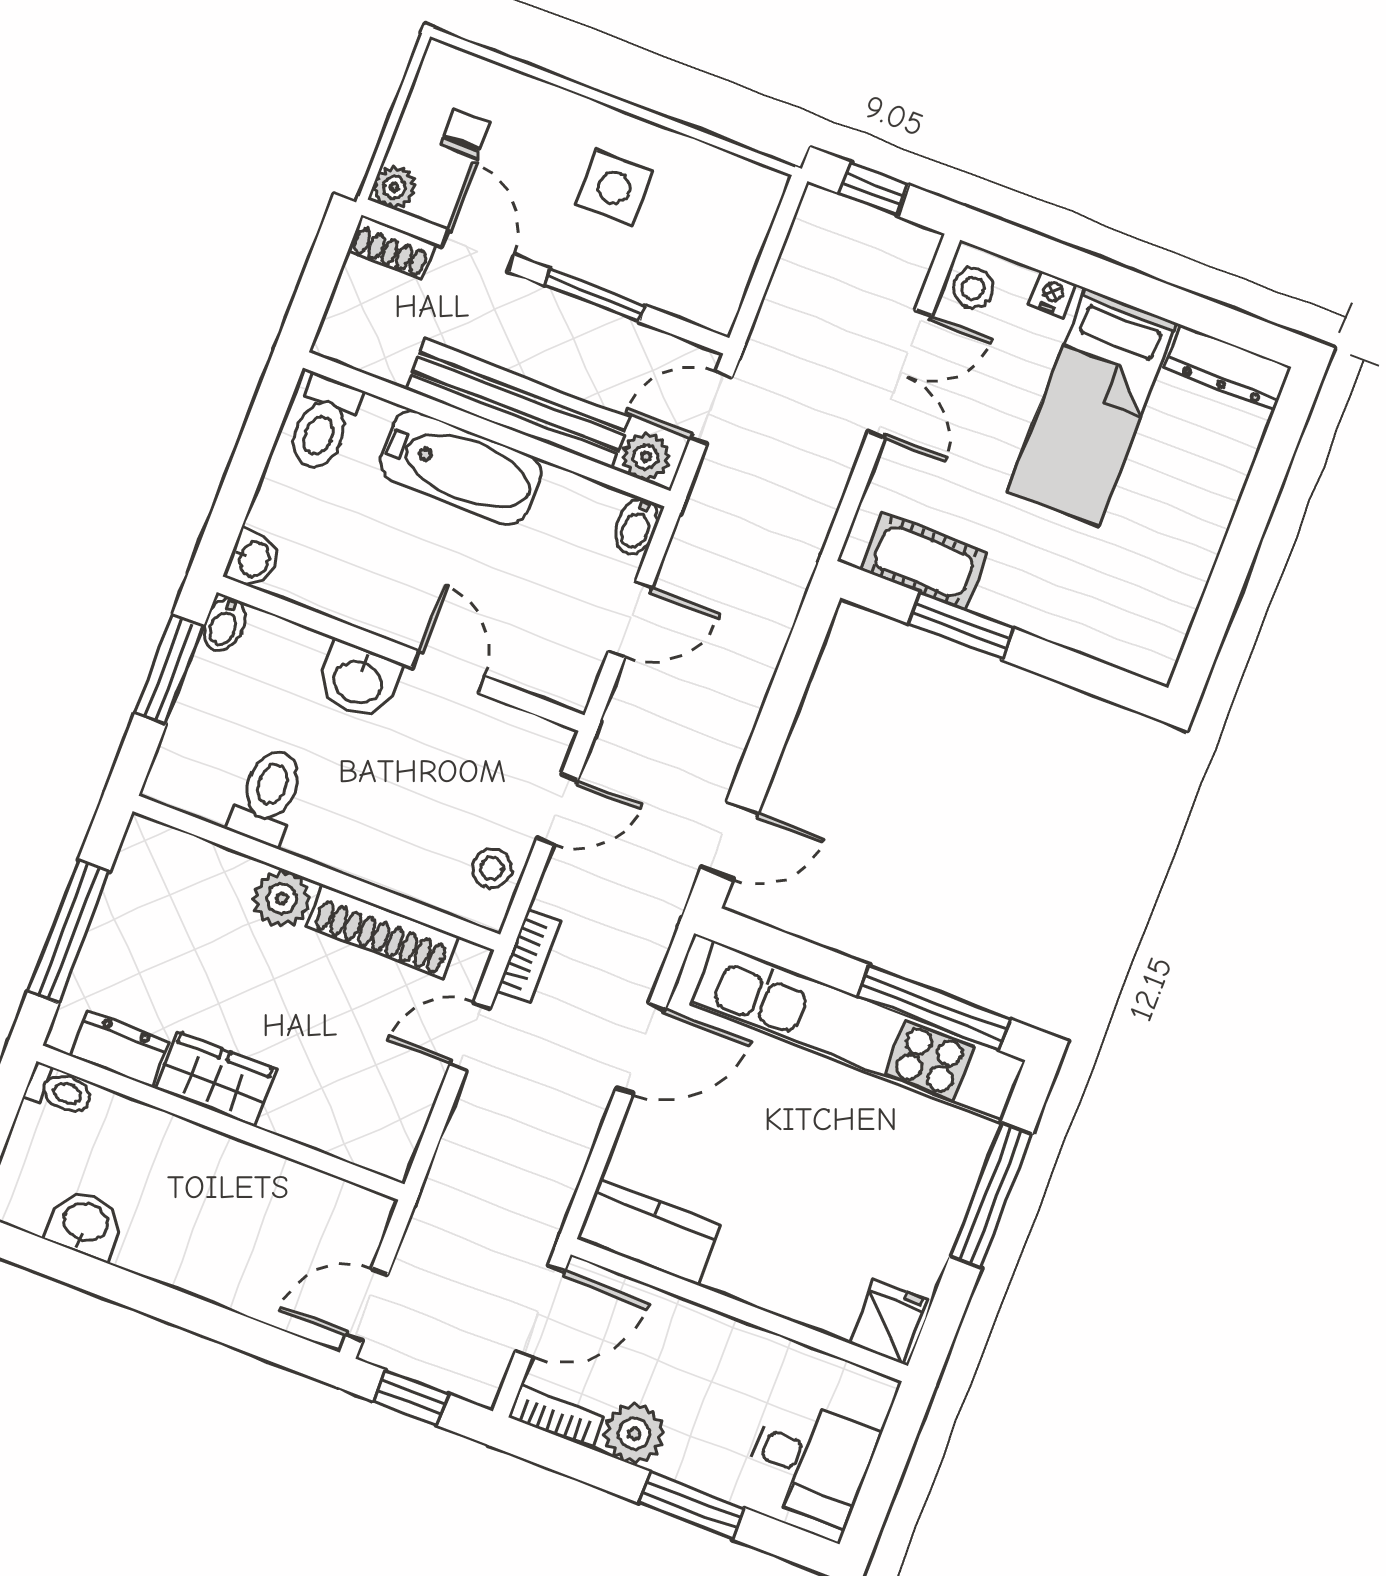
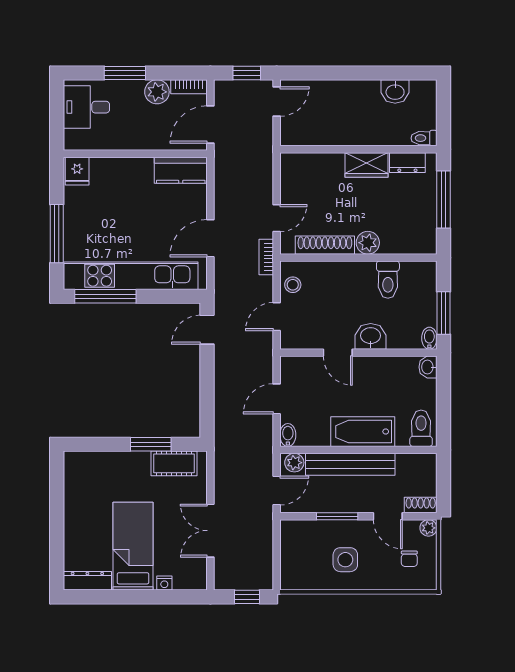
stool: (973, 288) -> (195, 574), removed

